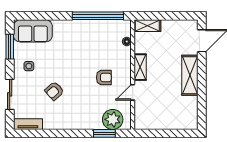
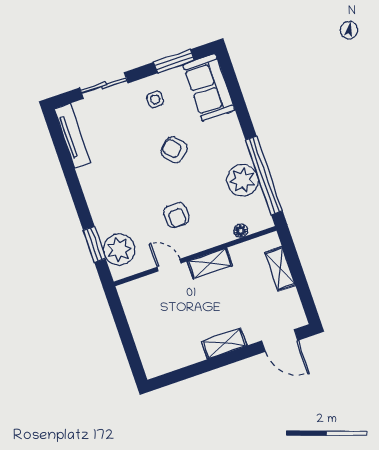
shelving: (147, 26) -> (280, 269), moved
plant: (96, 30) -> (243, 180), added
shelving: (190, 75) -> (224, 343), width x0.67, depth x0.75
armchair: (54, 91) -> (174, 150), moved
tv unit: (28, 124) -> (72, 136), width x1.41

